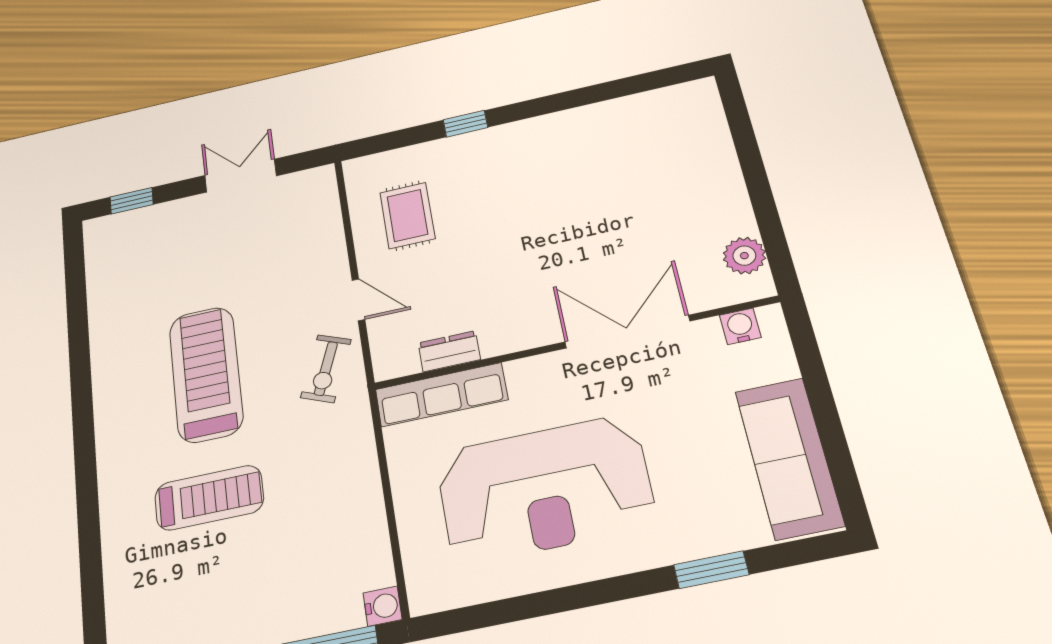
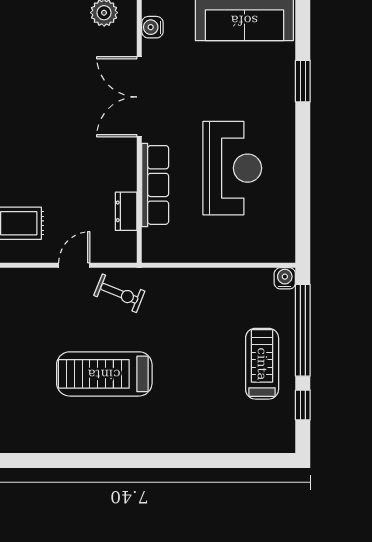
row of seats: (441, 395) -> (155, 185), moved
reception desk: (545, 489) -> (232, 168), width x0.74, depth x0.77
treadmill: (209, 498) -> (262, 364), moved

